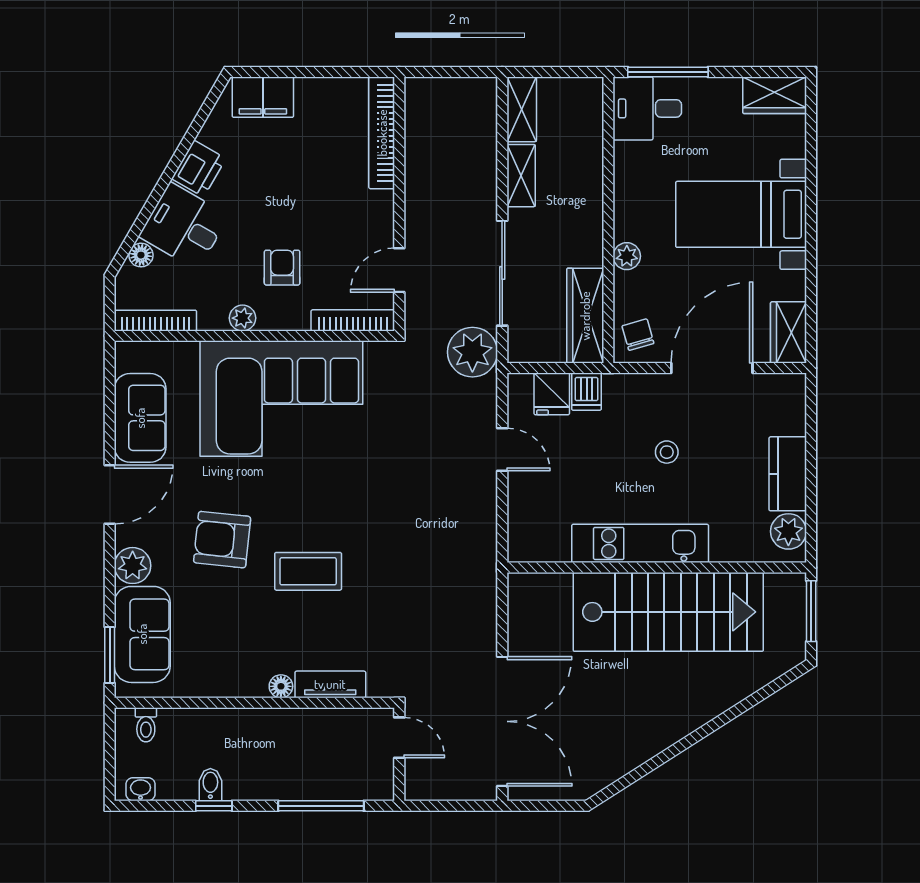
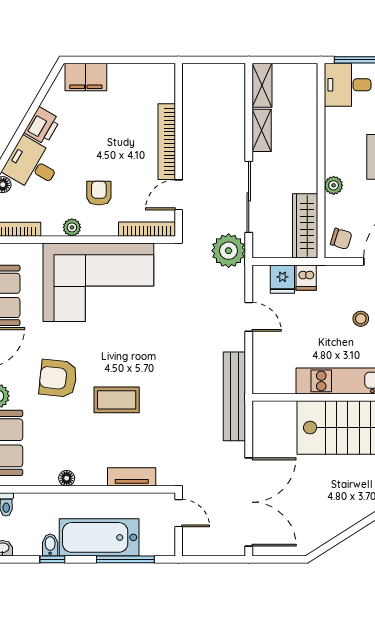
bookcase: (382, 133) -> (167, 142), moved
chair: (638, 335) -> (341, 239), turned 123
bench: (481, 566) -> (234, 396), added
floor lamp: (281, 686) -> (67, 478), moved
bathtub: (282, 773) -> (99, 537), added

